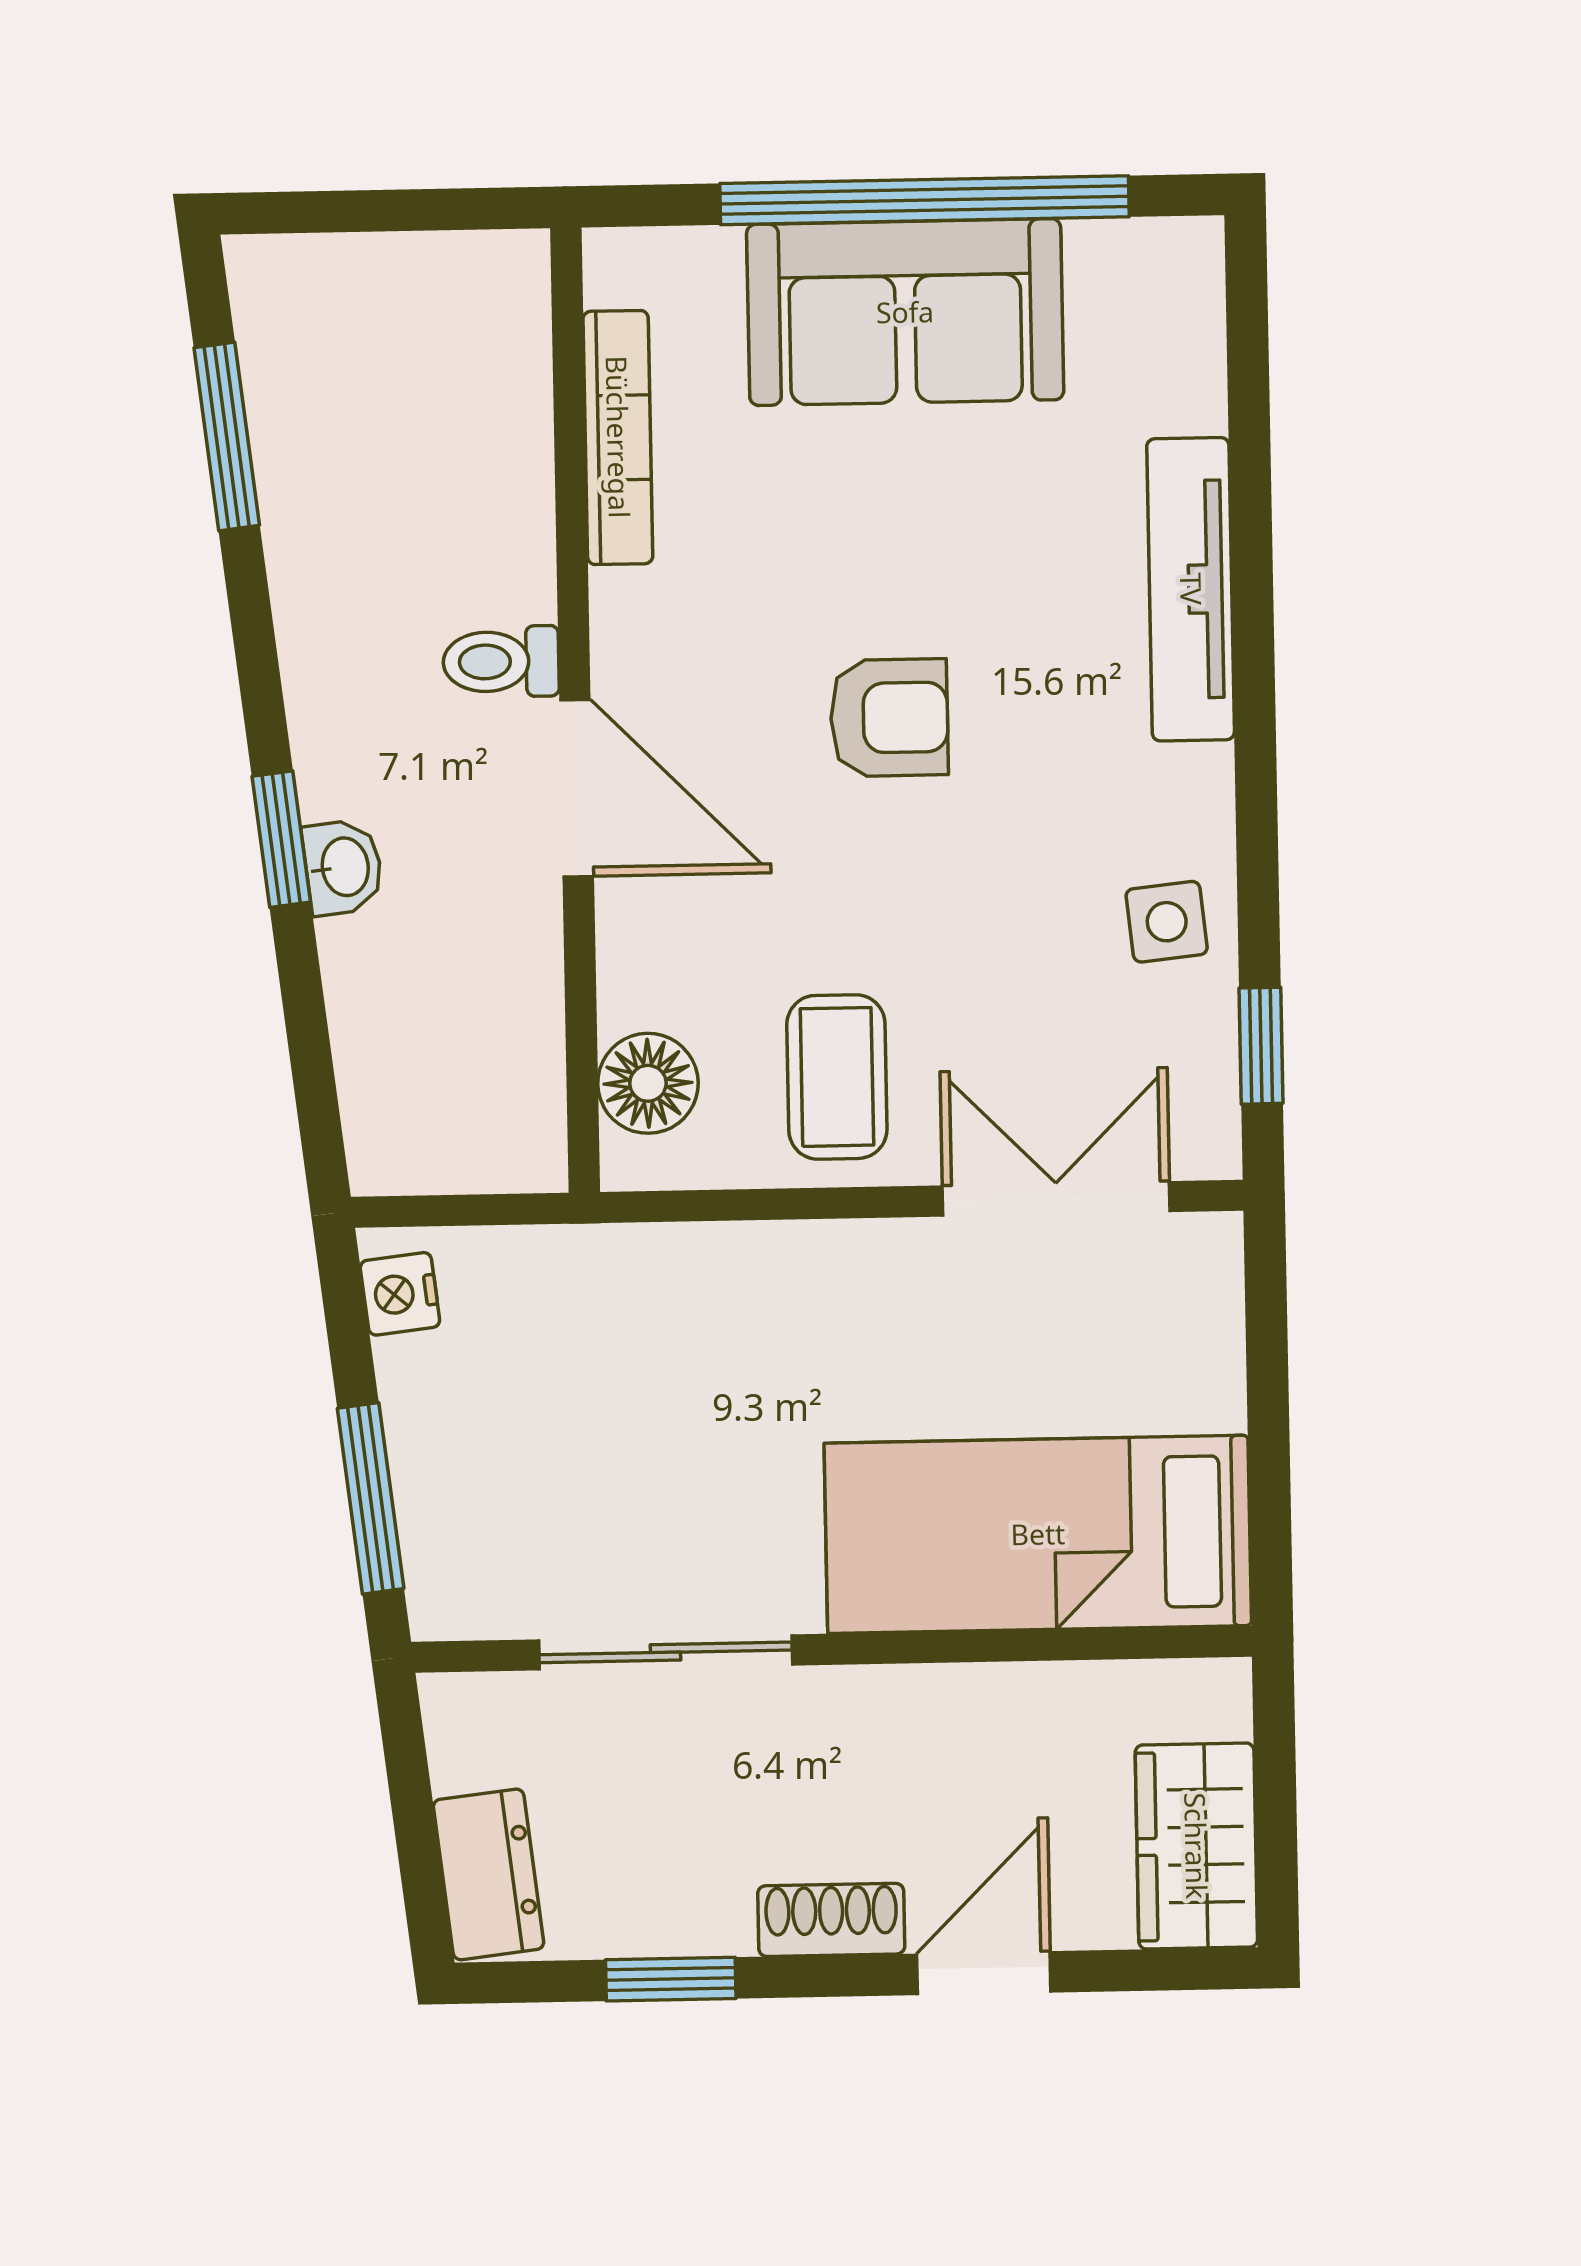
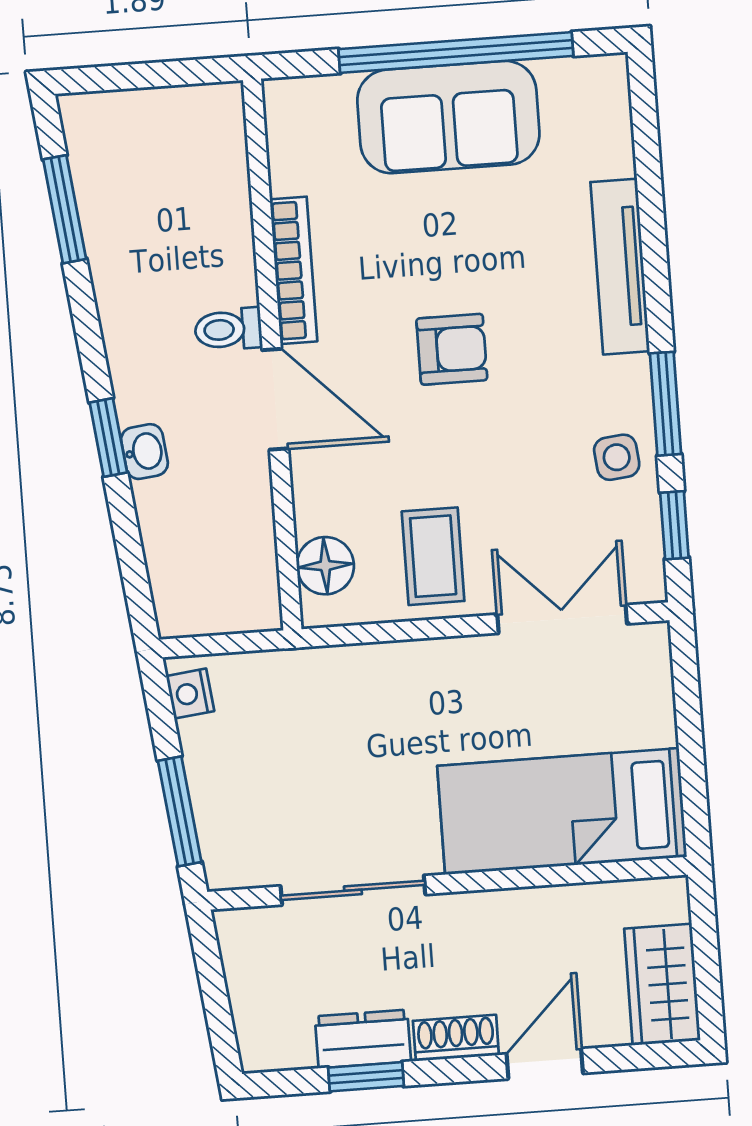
bookcase: (618, 437) -> (293, 270), moved
window: (1257, 833) -> (666, 404), added
dresser: (489, 1874) -> (363, 1039), moved, turned -83

